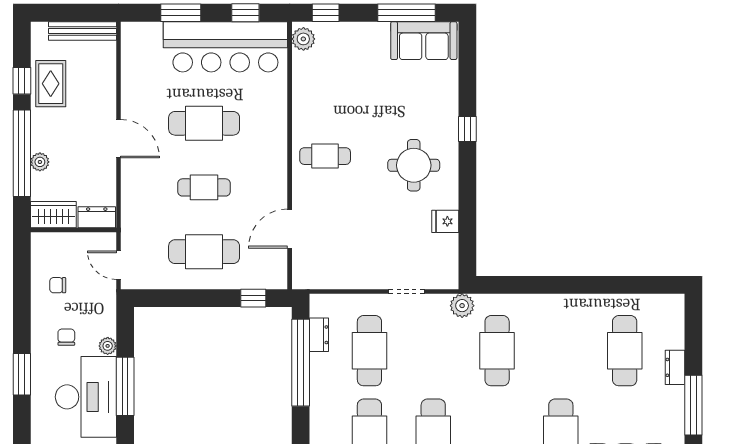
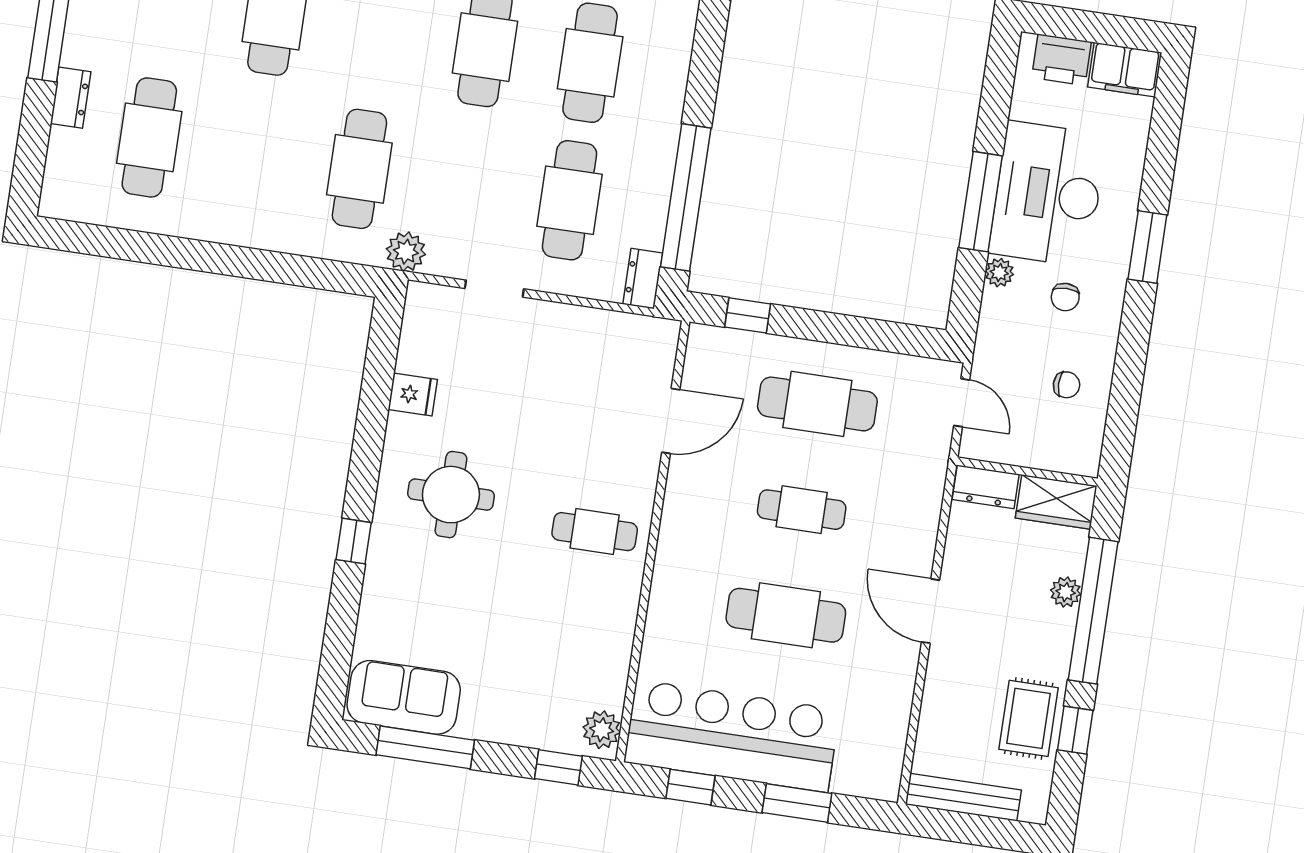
dresser: (319, 335) -> (643, 279), moved

